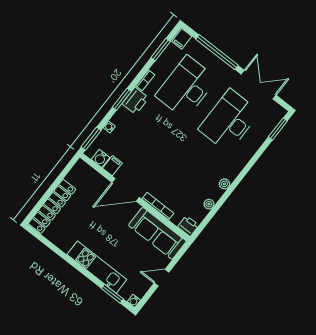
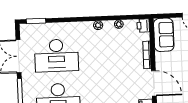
sofa: (157, 233) -> (164, 35), width x0.73

